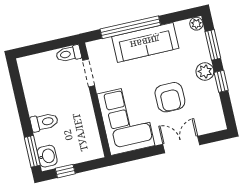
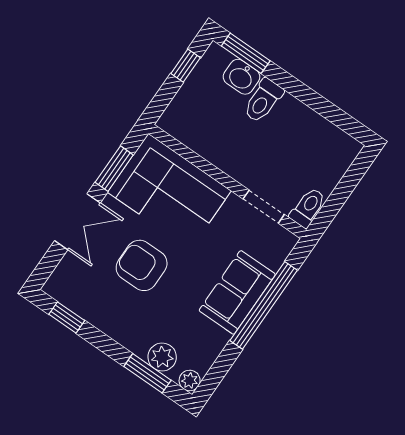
sofa: (145, 42) -> (237, 292), width x0.73
plant: (205, 71) -> (162, 357), moved
window: (221, 81) -> (67, 317), moved
window: (142, 154) -> (114, 169), added
washbasin: (47, 156) -> (242, 77), moved

